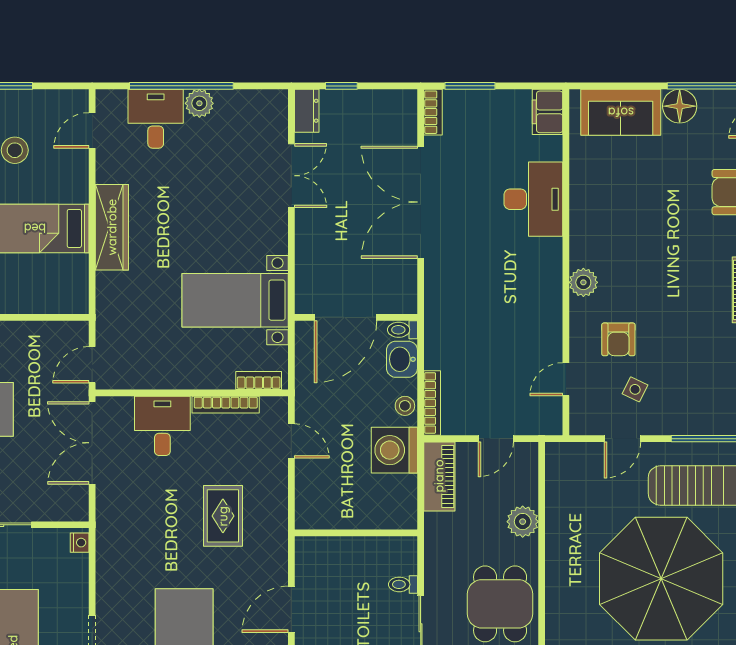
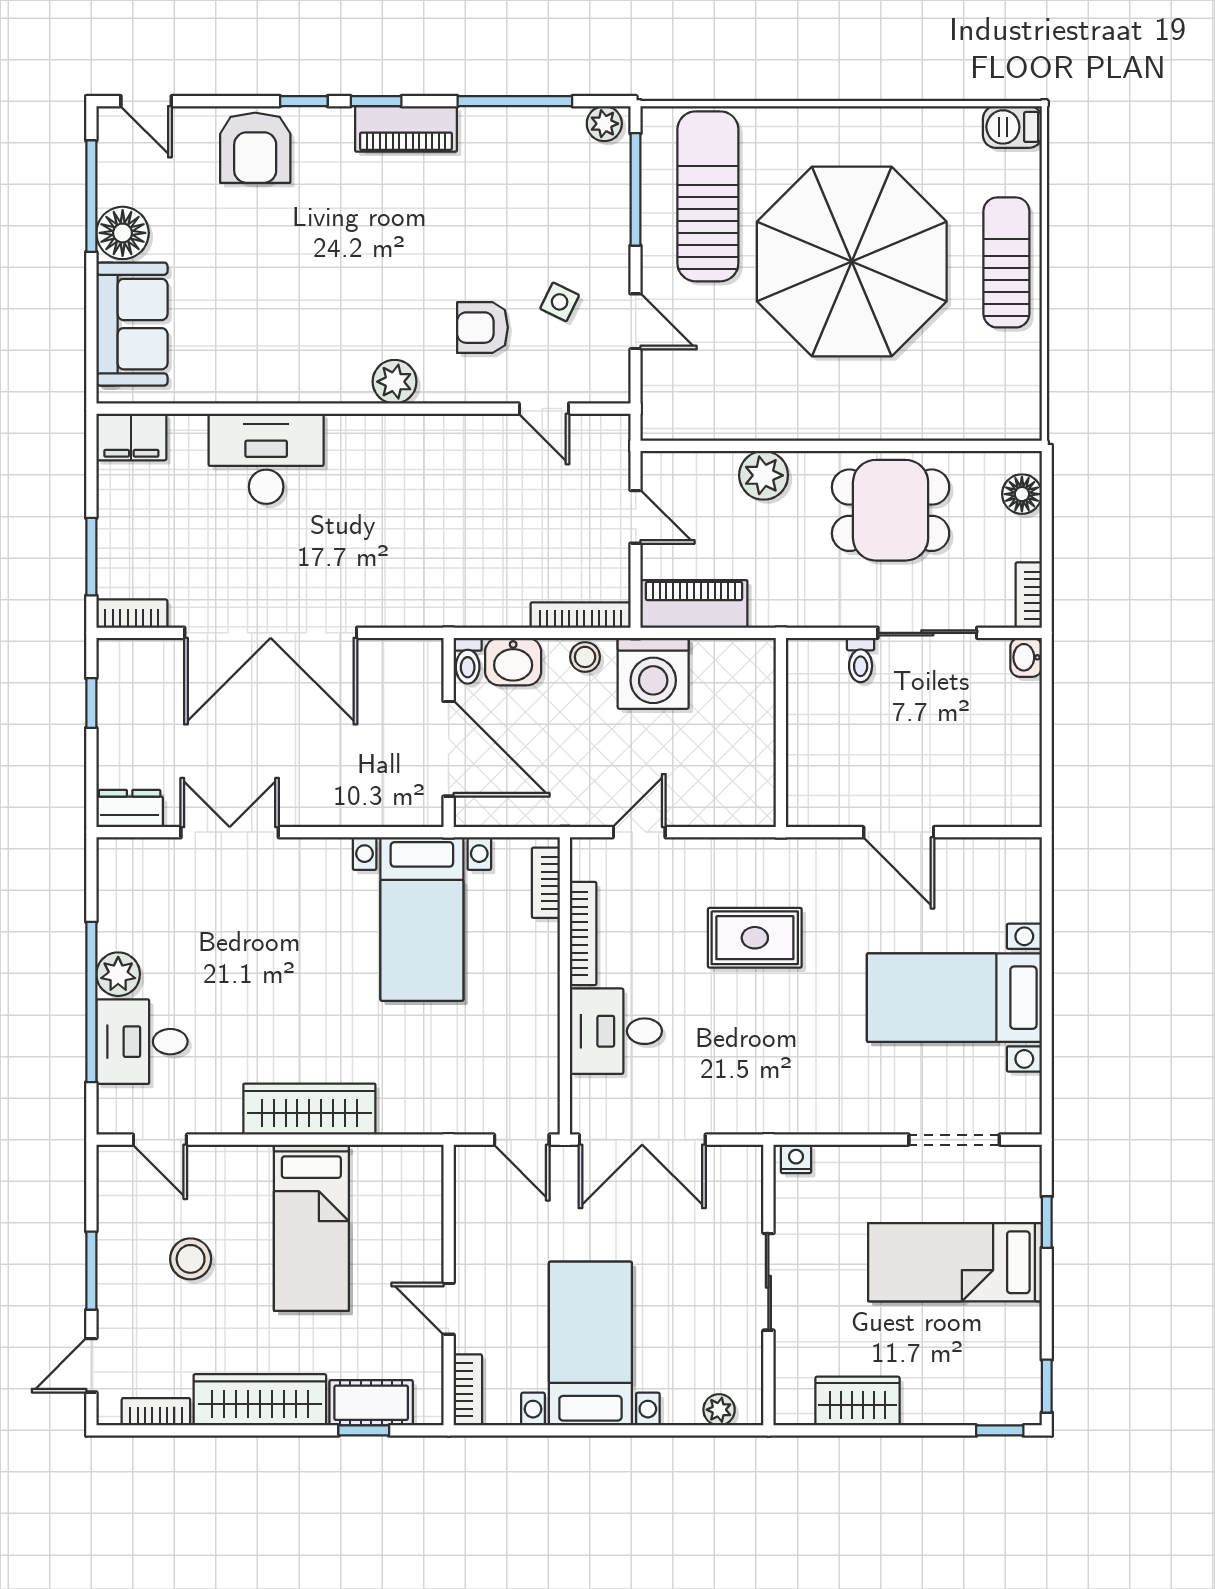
window: (341, 86) -> (91, 703), moved
armchair: (618, 339) -> (482, 328), turned 180

